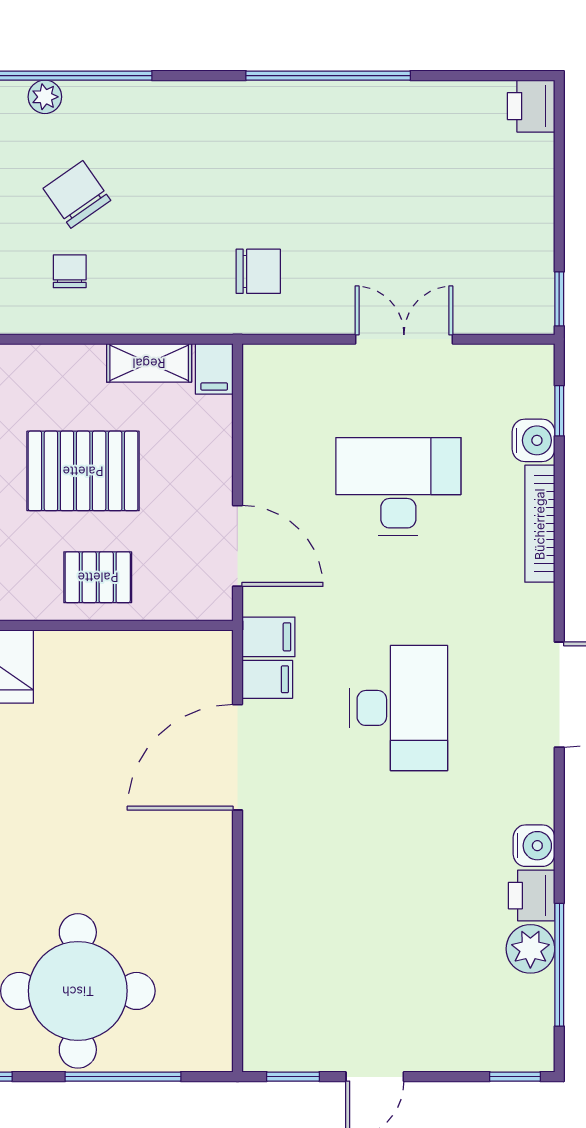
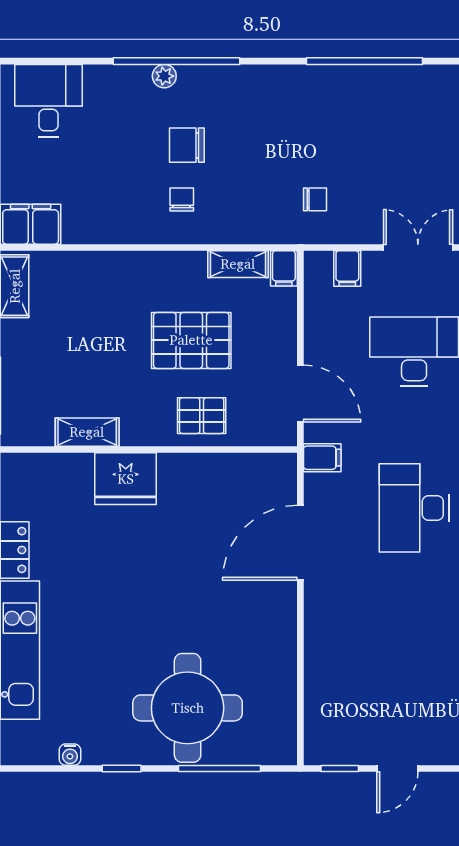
chair: (77, 194) -> (187, 145), turned -55
chair: (258, 271) -> (315, 199), width x0.73, depth x0.73
filing cabinet: (267, 679) -> (347, 268), moved, turned 90
desk: (398, 708) -> (414, 508), turned 180

